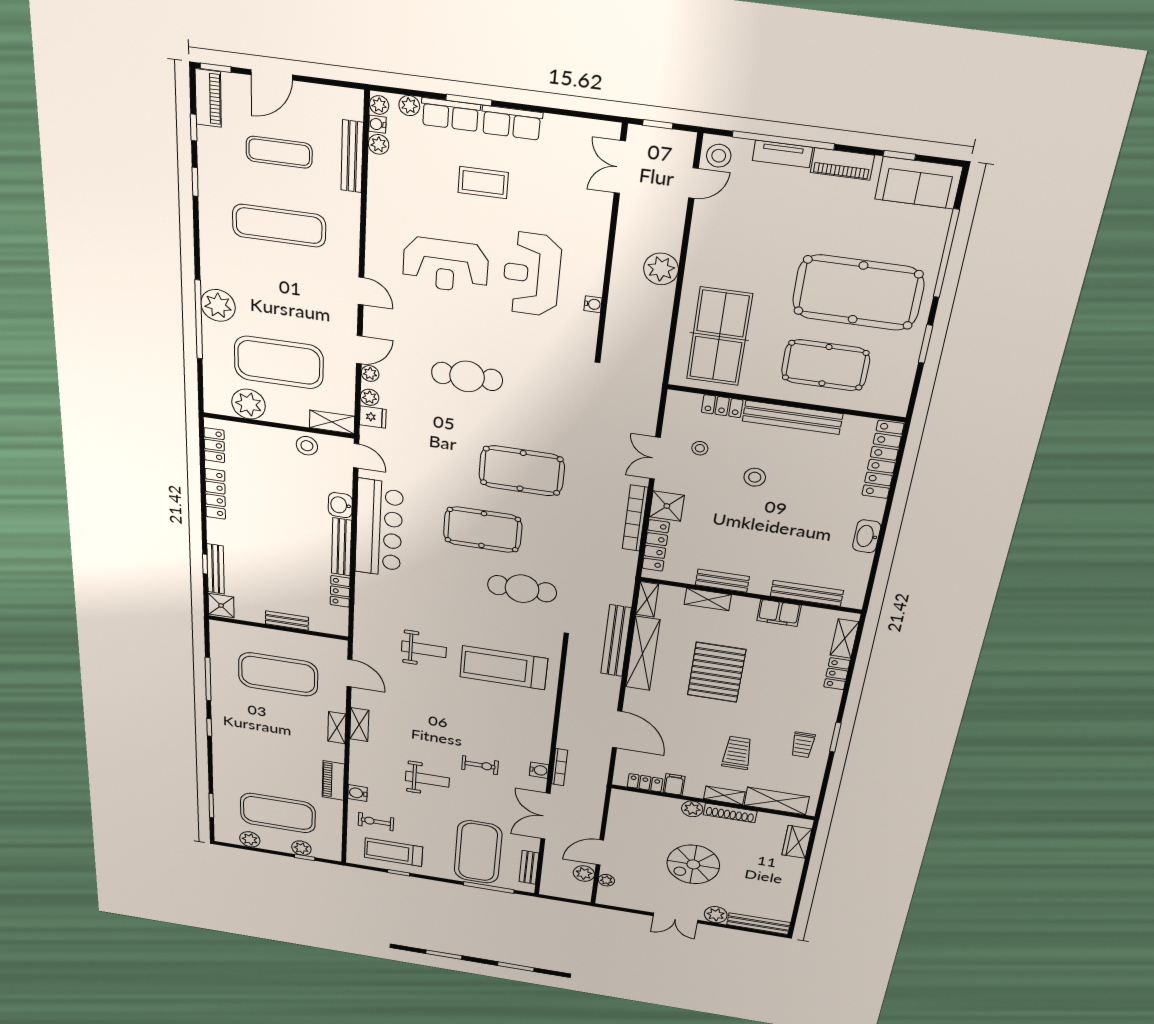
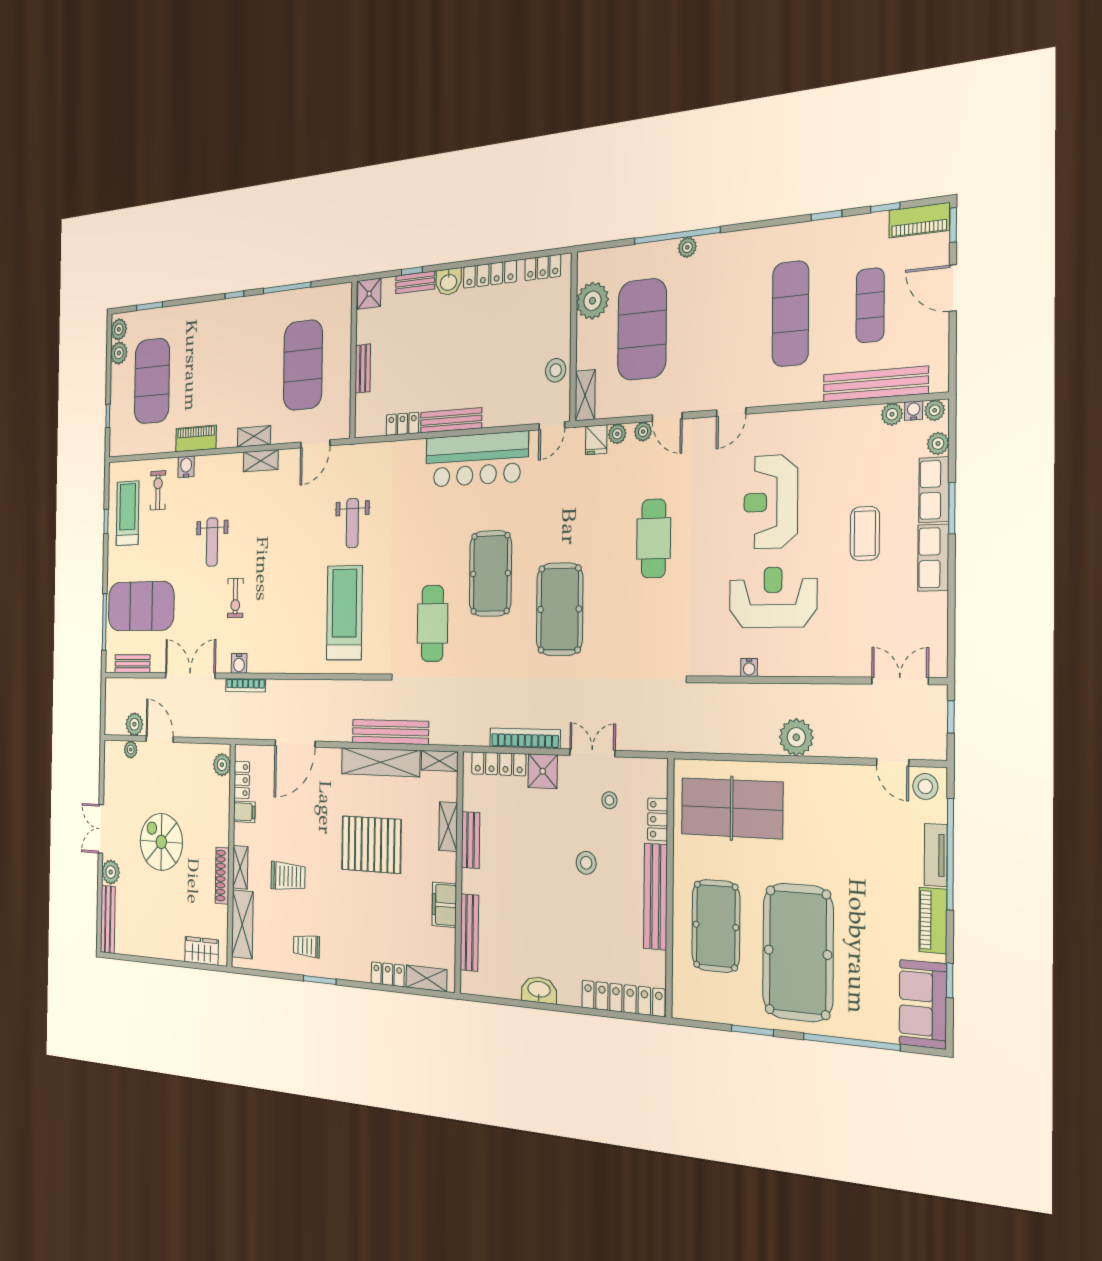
bench: (352, 156) -> (875, 384), width x1.37, depth x1.21
plant: (218, 305) -> (687, 247), width x0.53, depth x0.53
washbasin: (340, 505) -> (449, 282), moved, turned 180
bench: (216, 569) -> (415, 282), width x0.73
plant: (692, 809) -> (222, 765), moved
plant: (301, 848) -> (119, 329), moved

